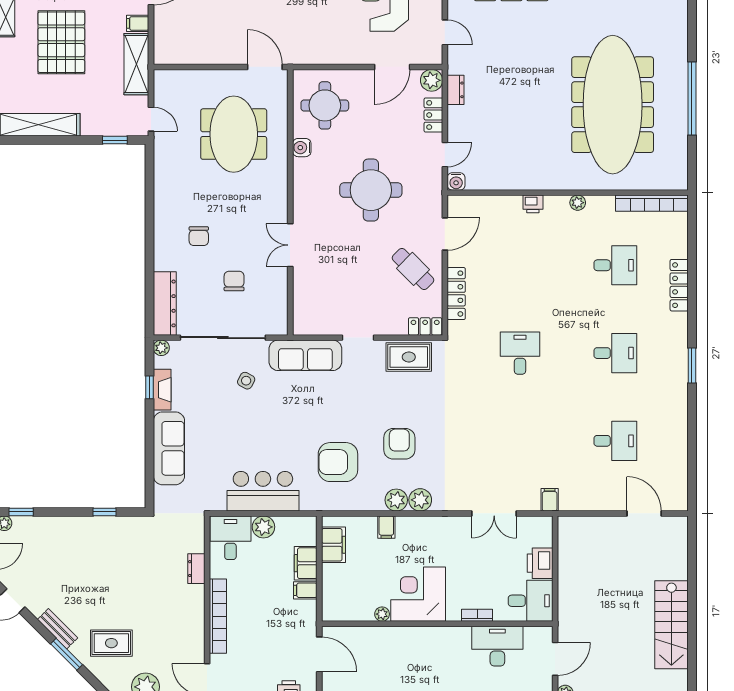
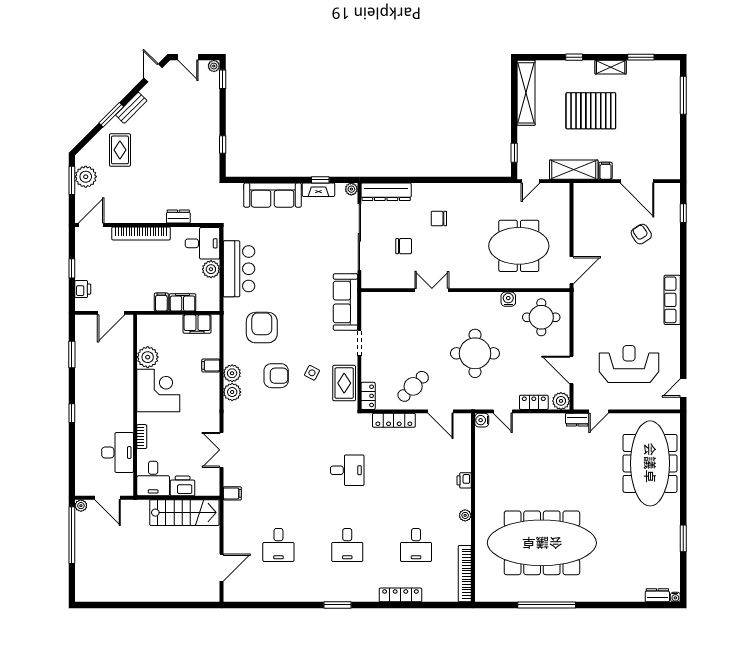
dresser: (456, 90) -> (577, 420), moved
side table: (246, 381) -> (312, 373), moved
plant: (382, 614) -> (148, 357), width x1.88, depth x1.88
stairs: (671, 625) -> (184, 513), moved, turned 180

